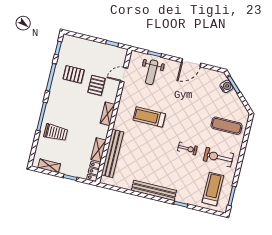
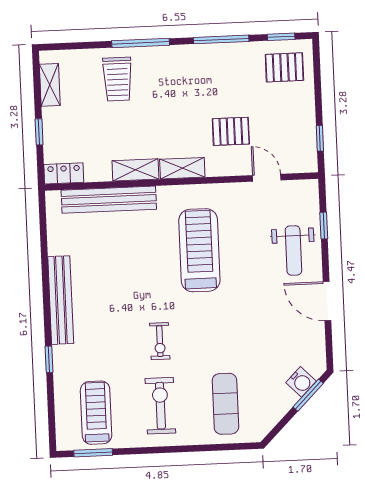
weight bench: (152, 72) -> (293, 250), moved, turned -90
pallet: (74, 74) -> (284, 67), moved, turned 90
treadmill: (149, 117) -> (199, 250), width x1.37, depth x1.38
shelving: (99, 150) -> (135, 170), moved
treadmill: (213, 189) -> (96, 413), turned -90

